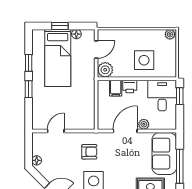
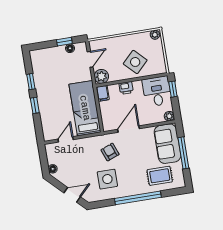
window: (60, 26) -> (64, 42), moved
bed: (58, 58) -> (85, 108), moved, turned 180
side table: (144, 60) -> (135, 62), turned 45
filing cabinet: (116, 88) -> (103, 93), moved
plant: (144, 124) -> (169, 116), moved
armchair: (89, 152) -> (110, 152), moved, turned -111

